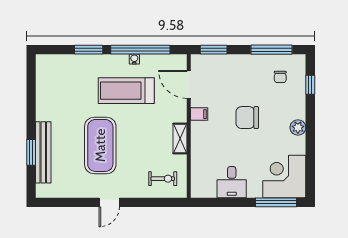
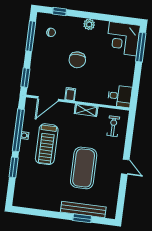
exercise mat: (100, 145) -> (84, 168), turned 90
desk: (232, 182) -> (120, 96), moved

